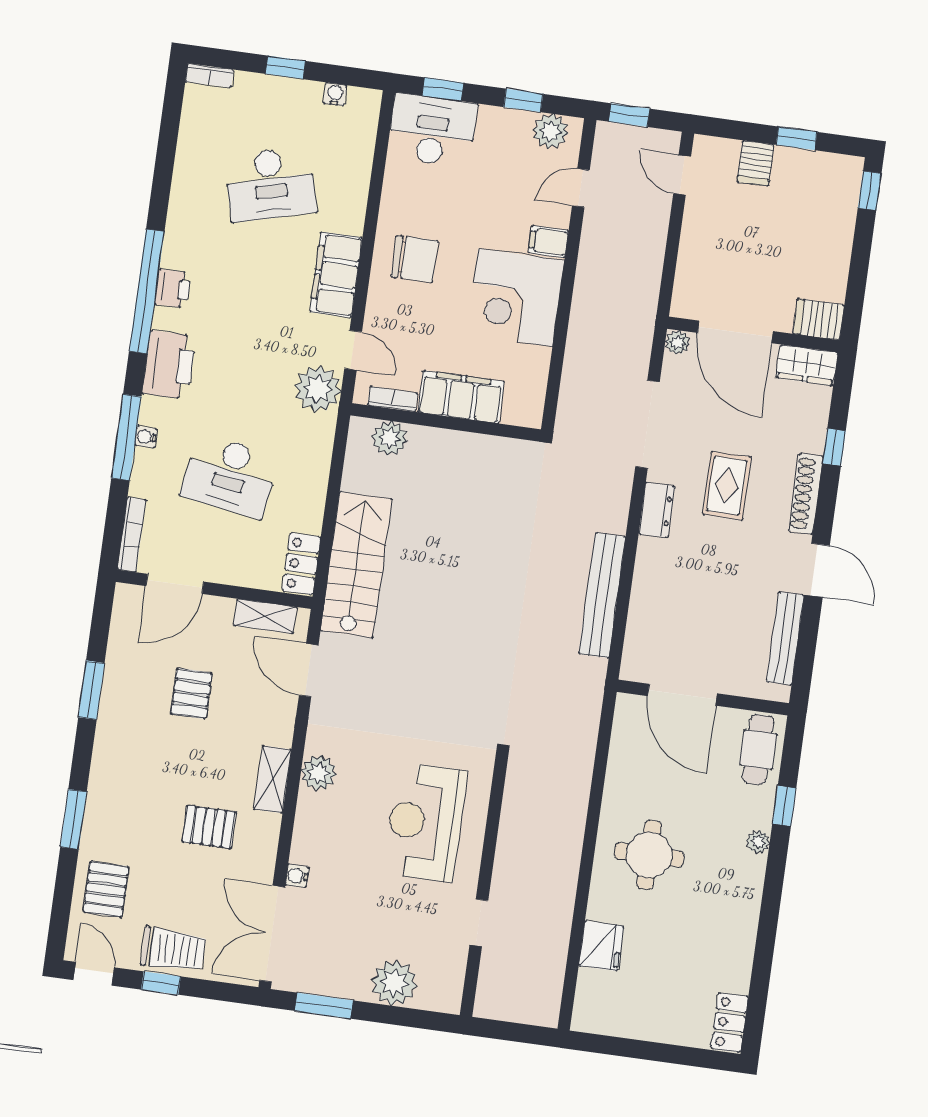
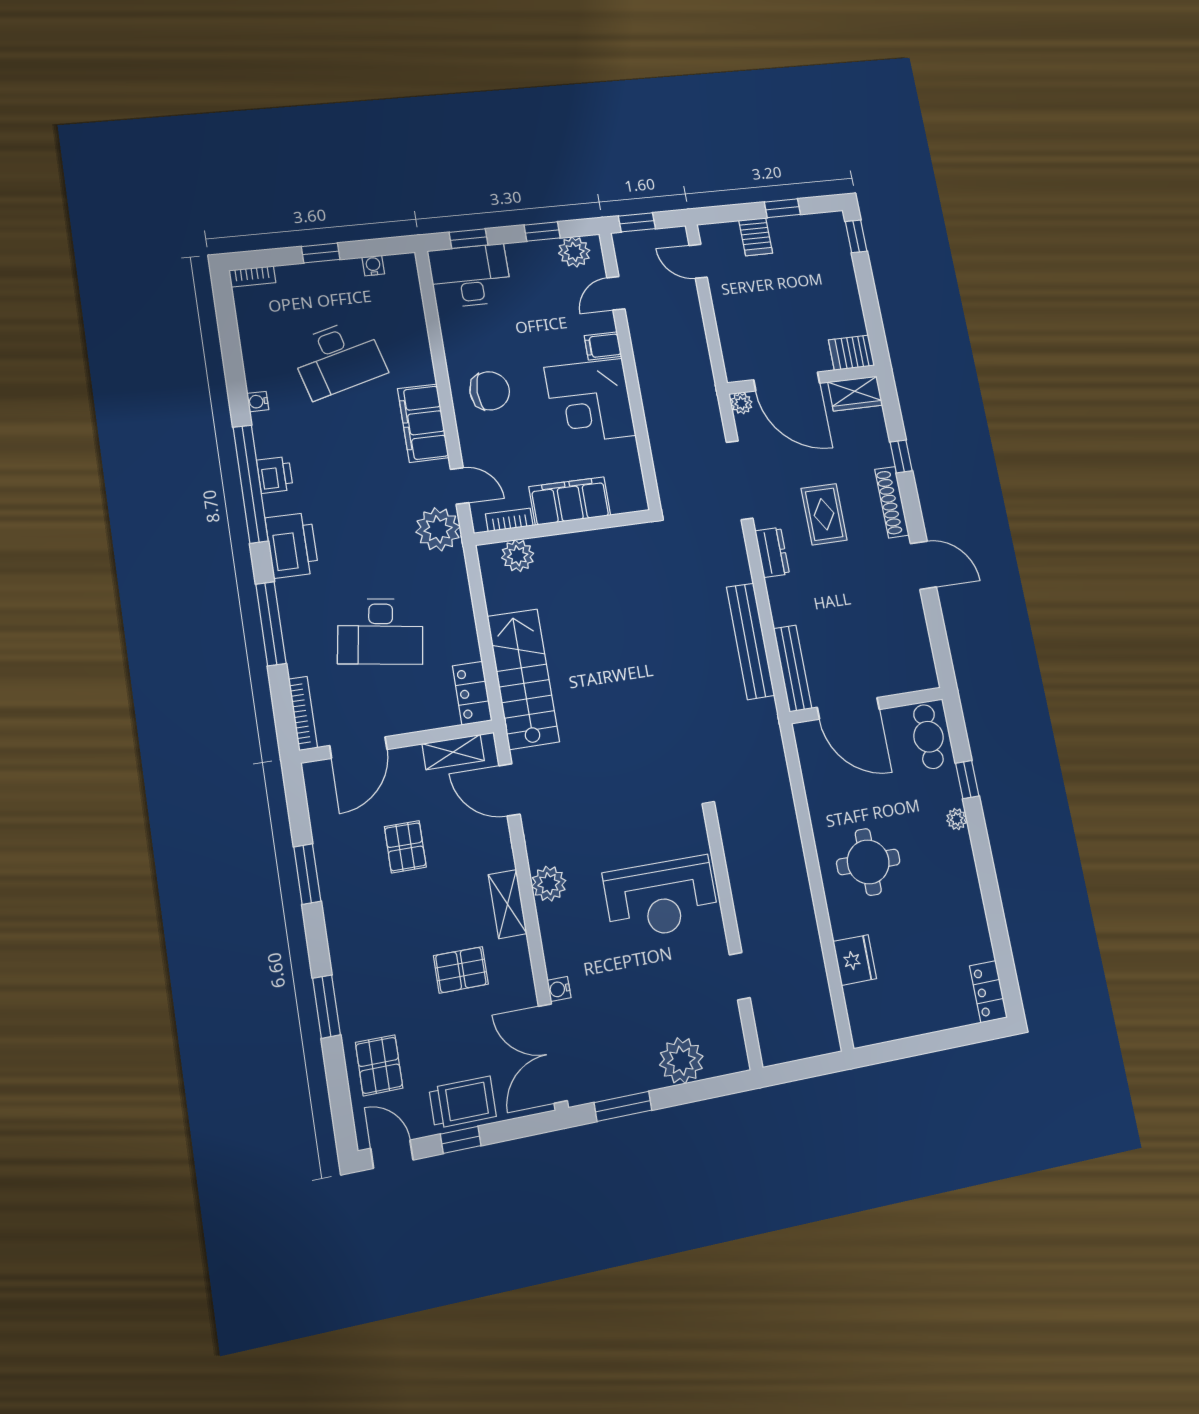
water cooler: (146, 437) -> (258, 401), moved
bench: (785, 638) -> (793, 668), moved
reception desk: (425, 822) -> (661, 898), turned -90

